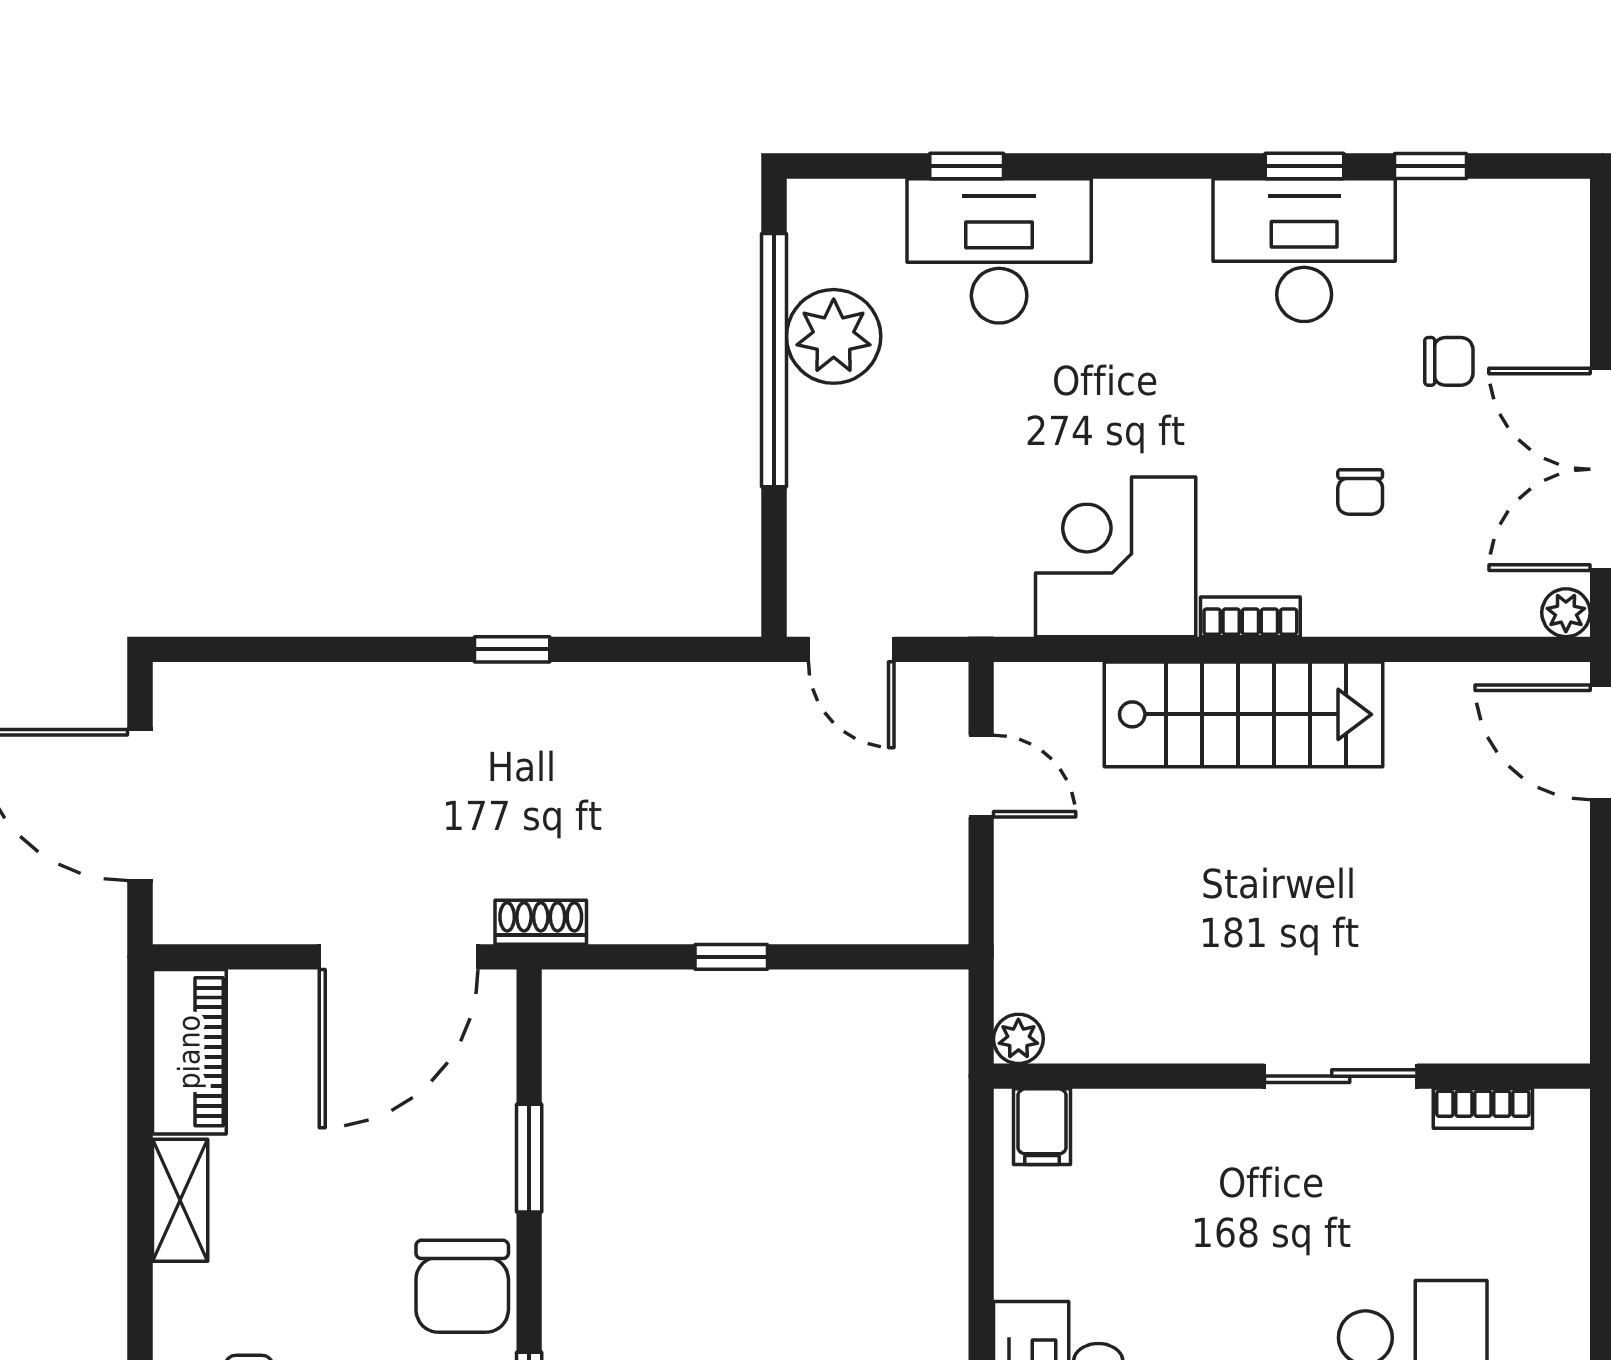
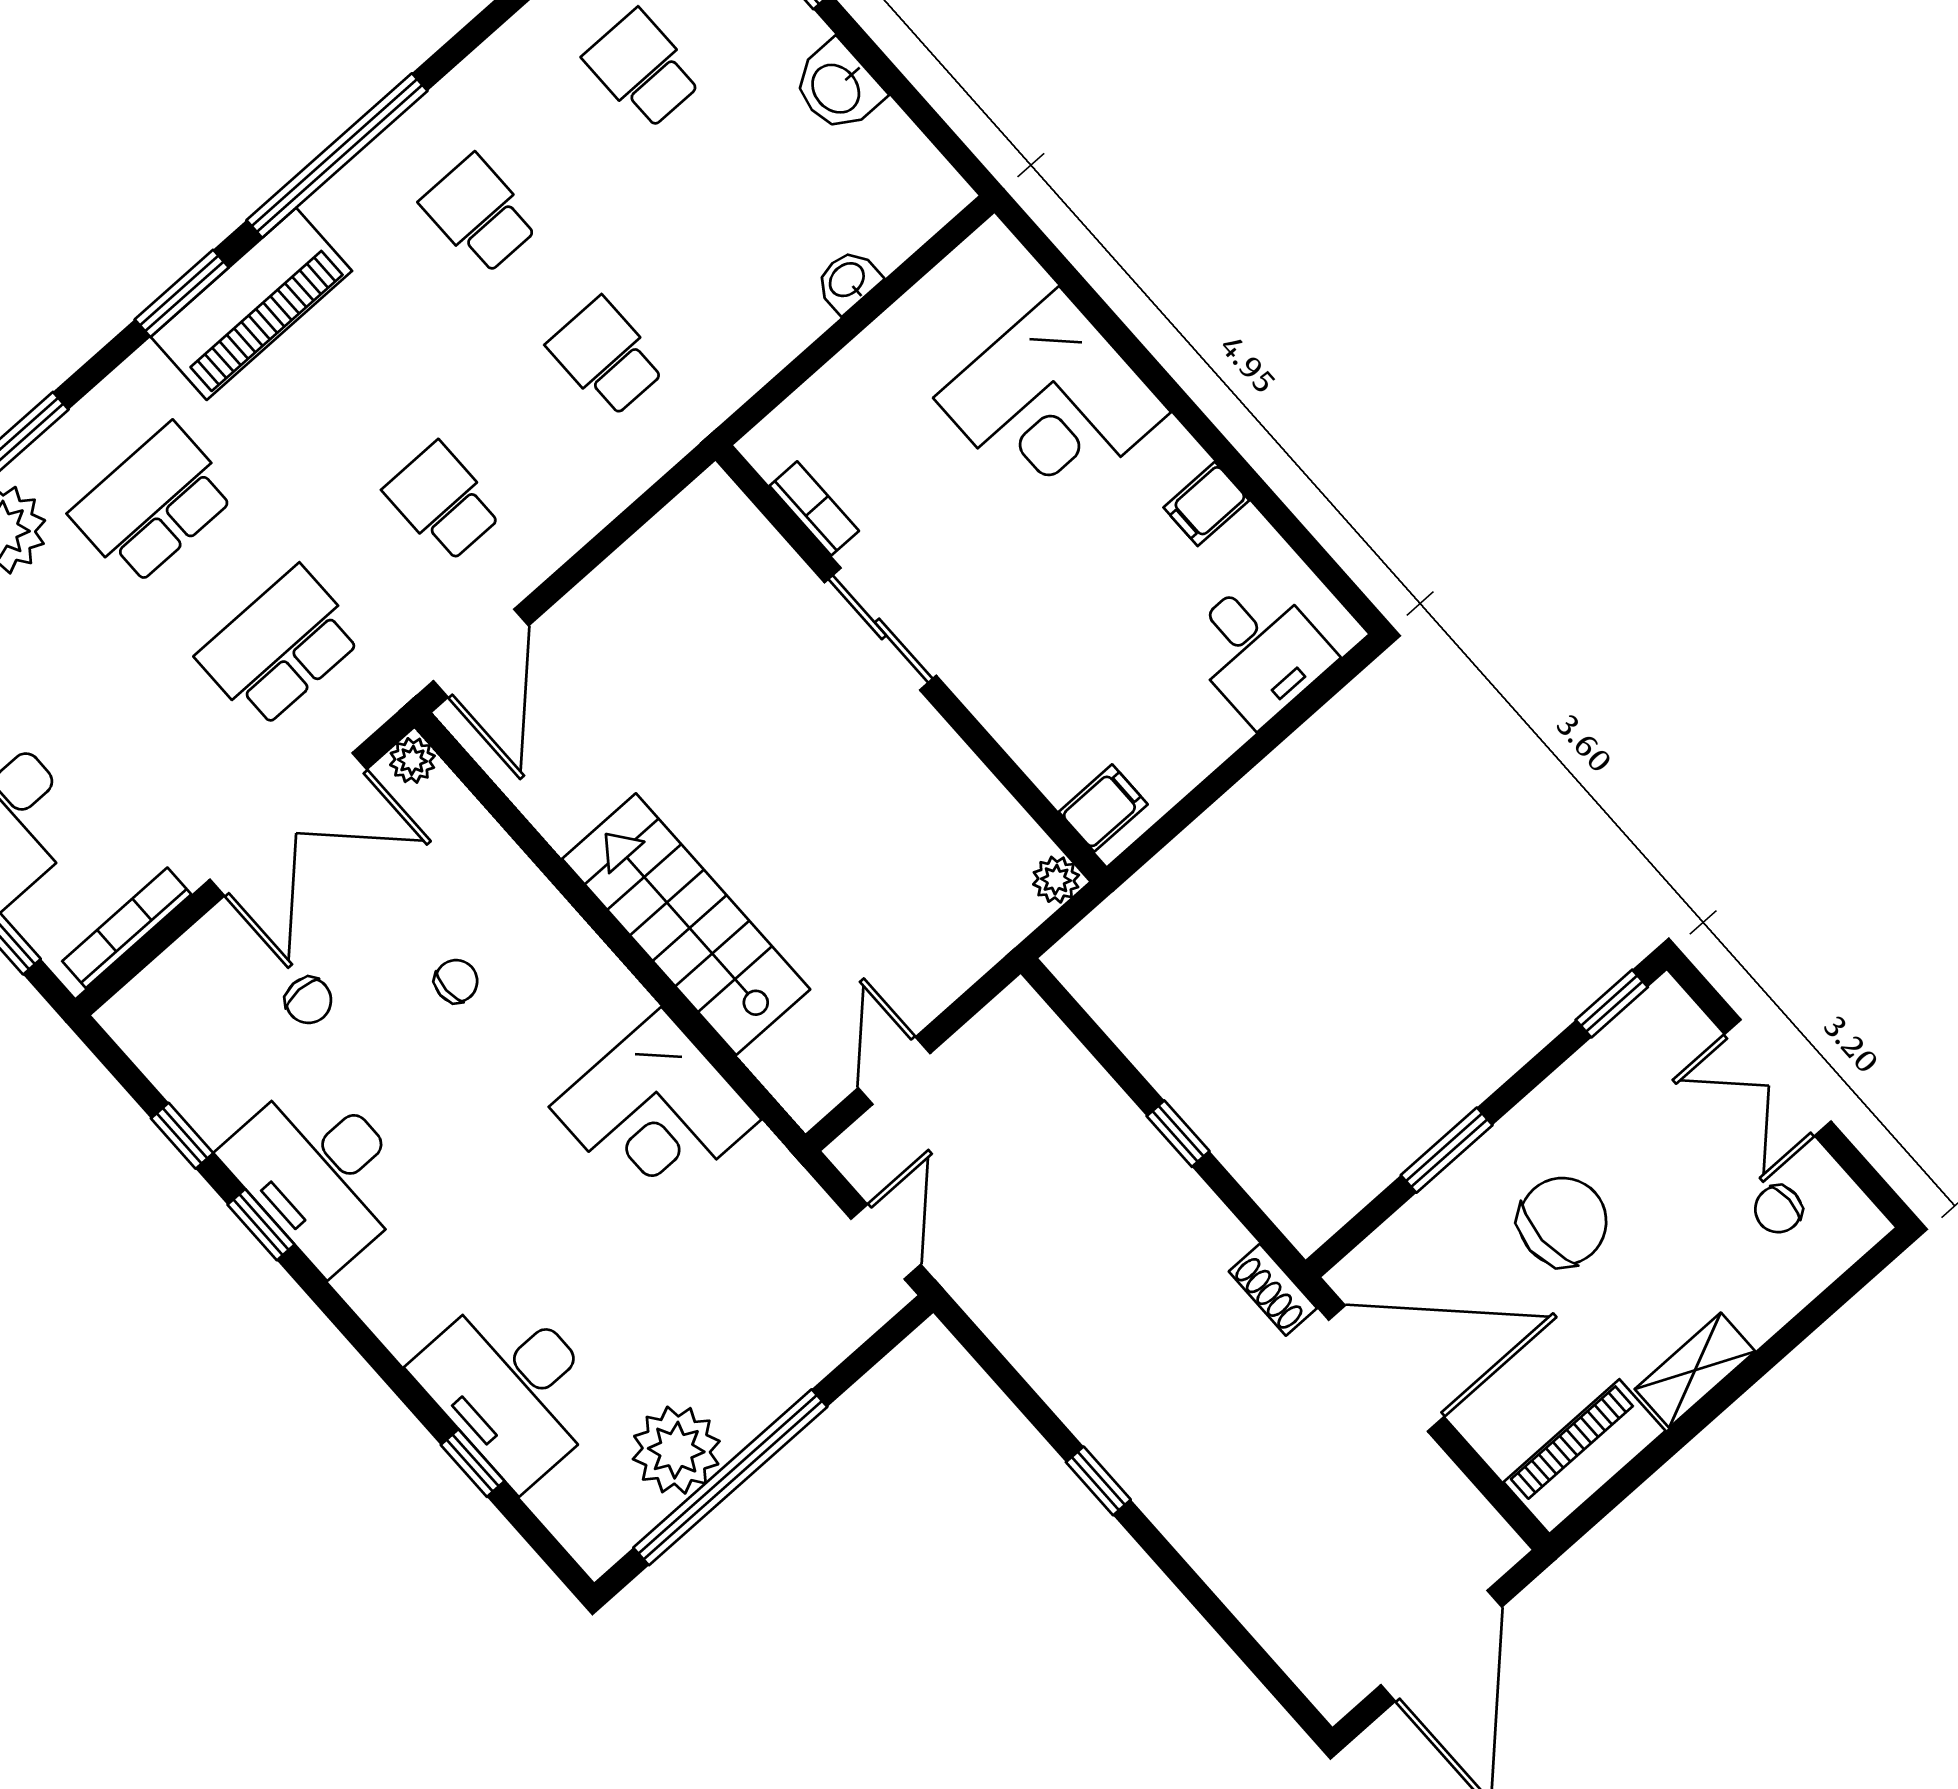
chair: (1449, 361) -> (308, 1000), turned 180
bookcase: (1250, 617) -> (613, 980), removed
chair: (462, 1286) -> (1563, 1222), moved

